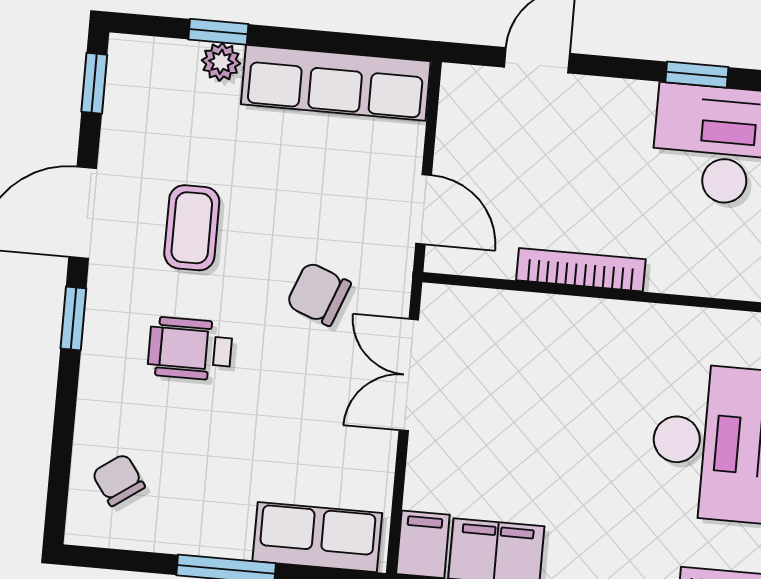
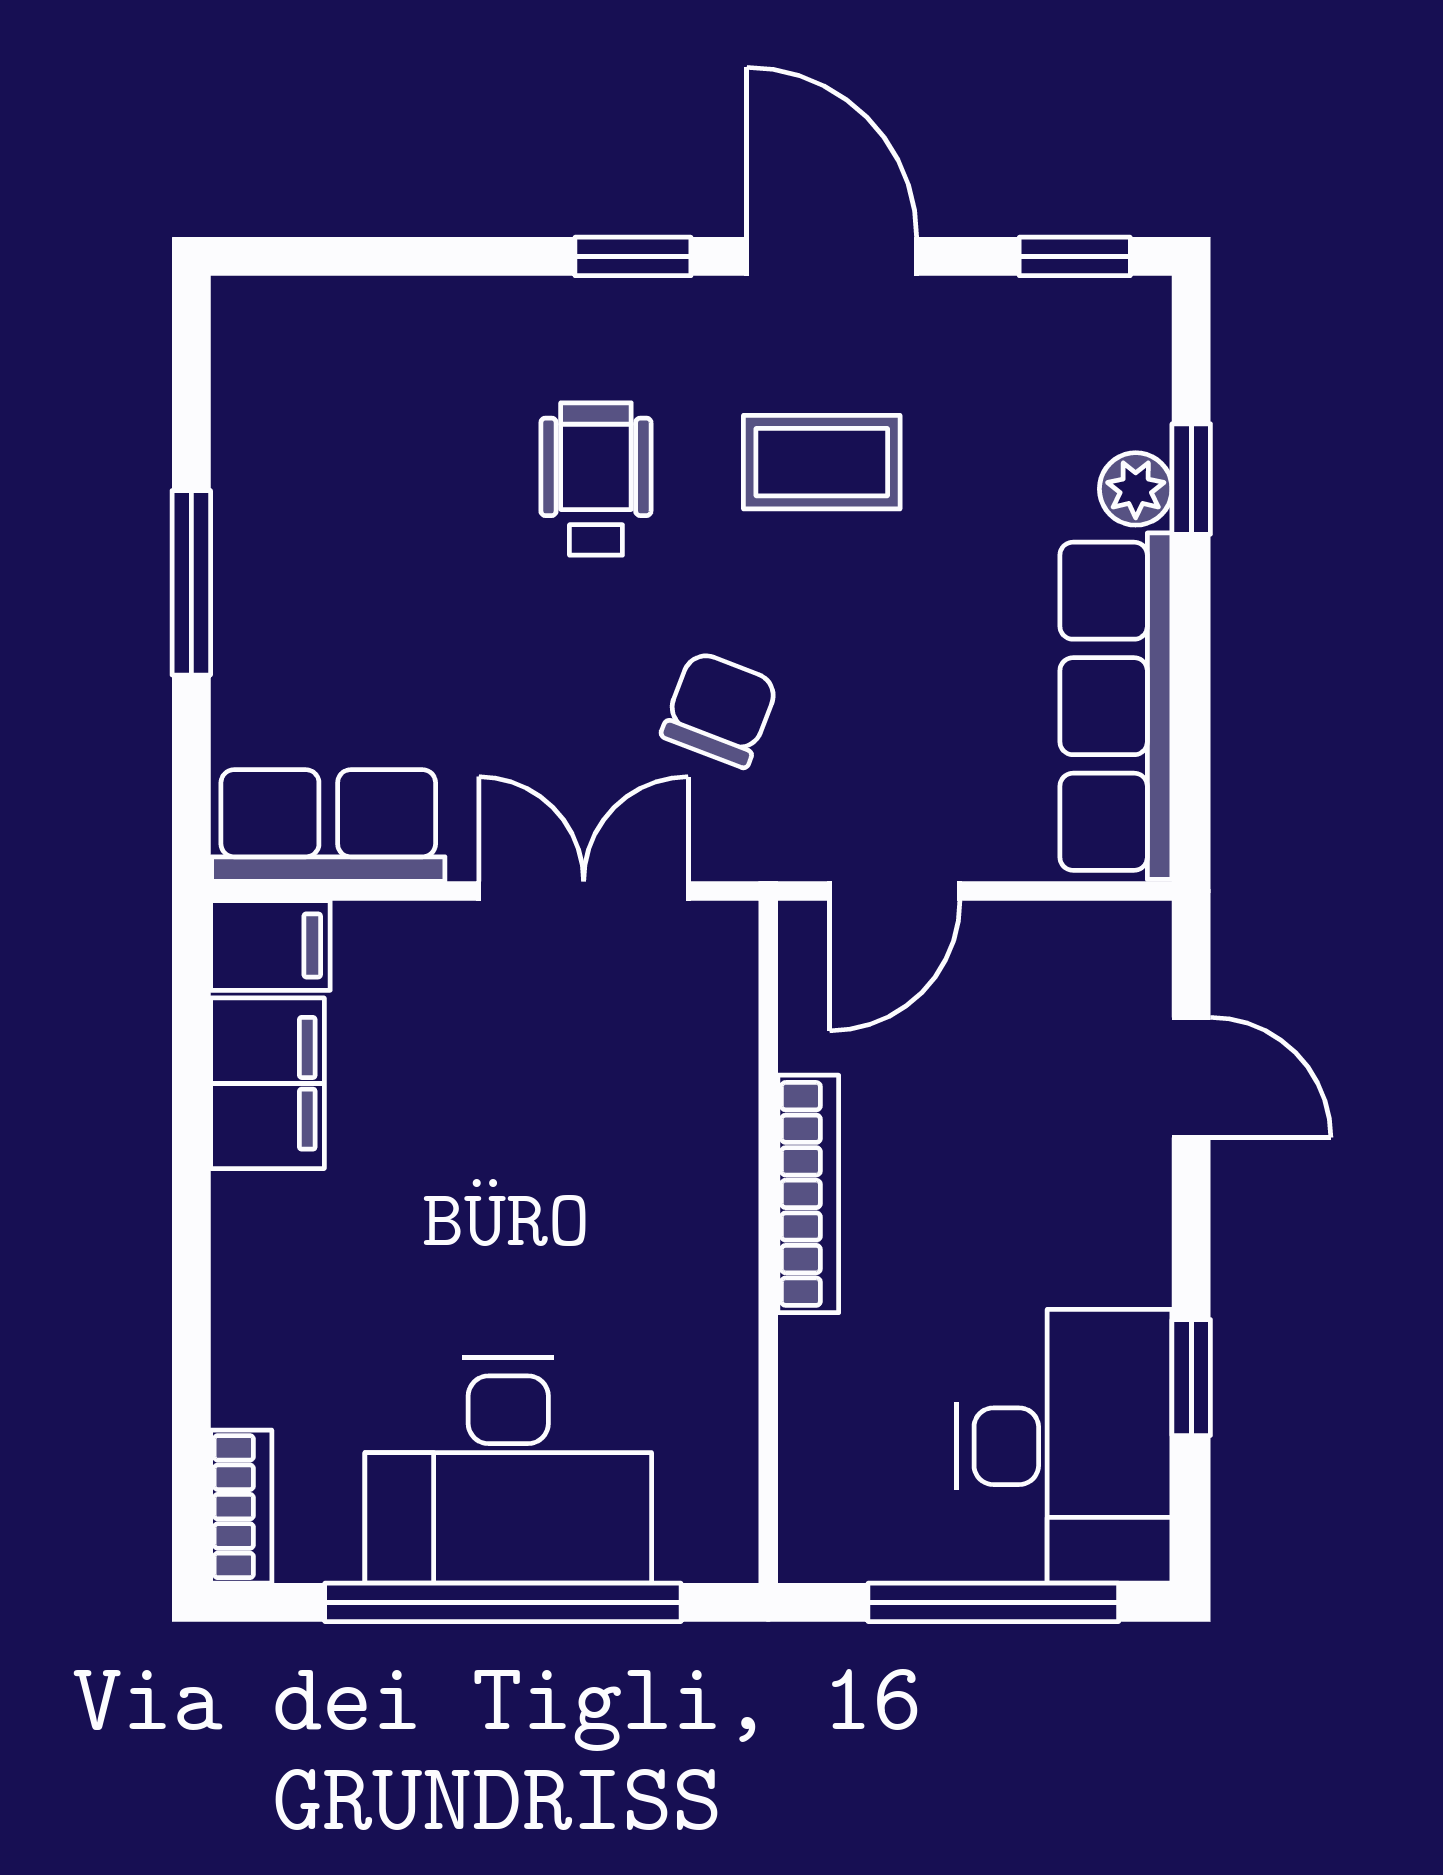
chair: (118, 480) -> (340, 367), removed
row of seats: (317, 537) -> (328, 826), moved, turned -90

